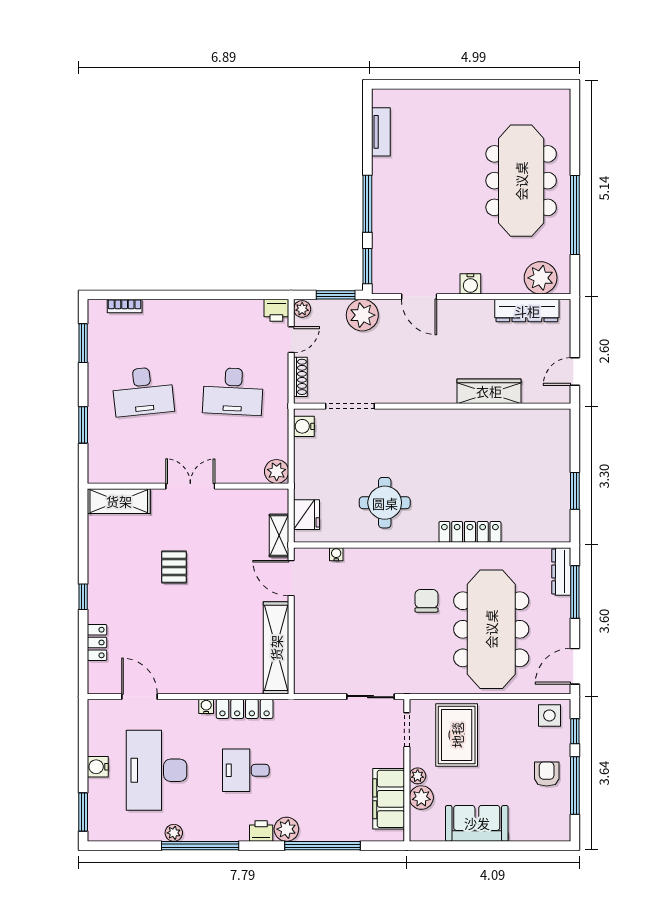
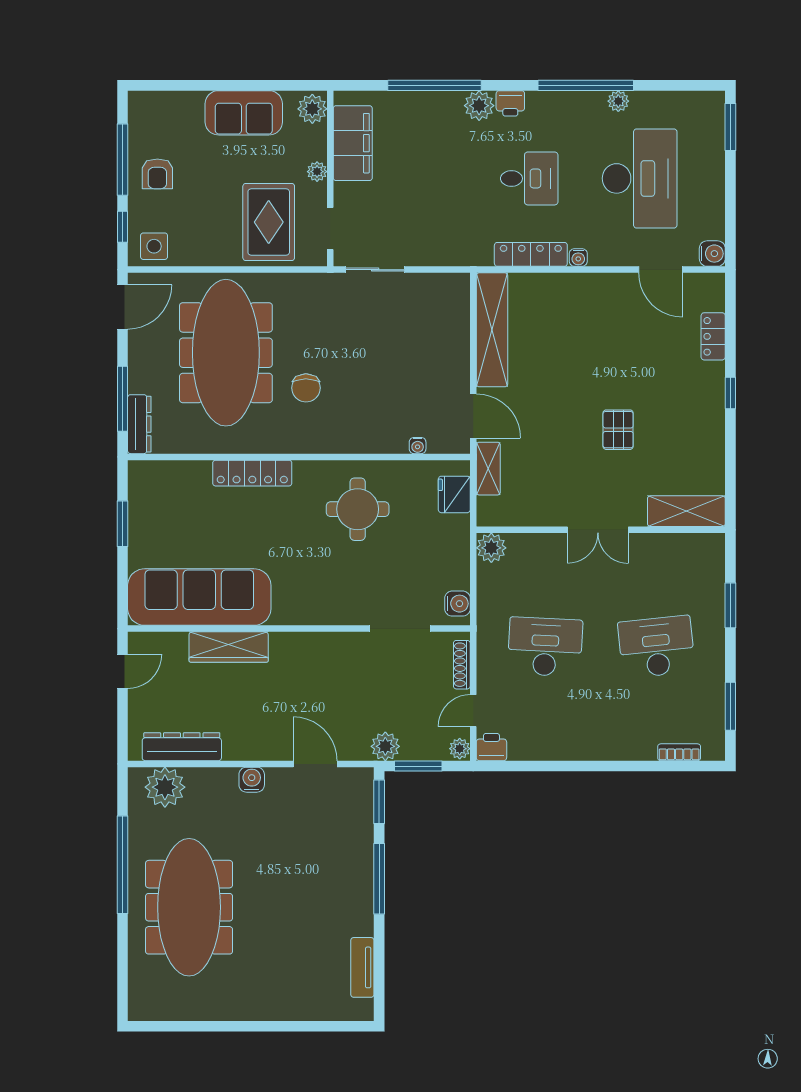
plant: (362, 315) -> (385, 746), width x0.73, depth x0.73
sofa: (513, 432) -> (199, 597), added
water cooler: (98, 767) -> (712, 254), moved
plant: (421, 798) -> (312, 109), moved

